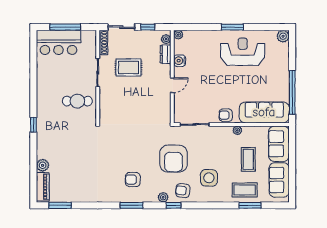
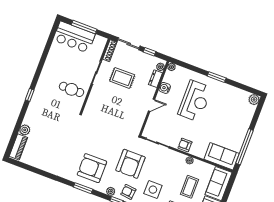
reception desk: (243, 52) -> (195, 101), moved, turned 90
sofa: (264, 112) -> (222, 156), width x0.73
armchair: (133, 180) -> (92, 168), width x1.88, depth x1.88
window: (60, 205) -> (26, 167), removed

